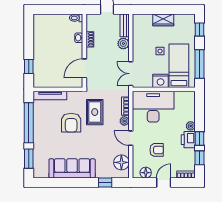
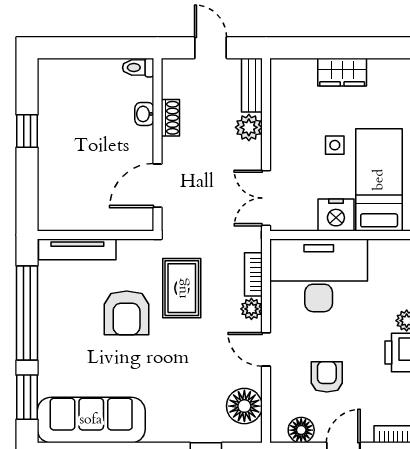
window: (29, 66) -> (27, 131), moved
armchair: (157, 150) -> (327, 377), turned -90
sofa: (72, 168) -> (91, 420), moved

